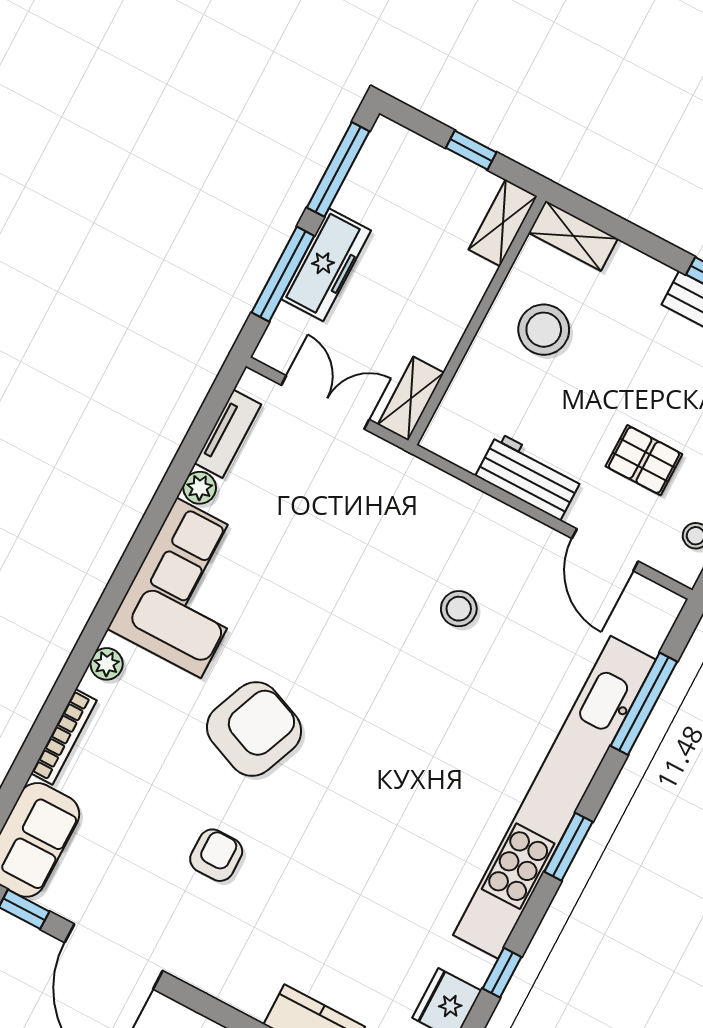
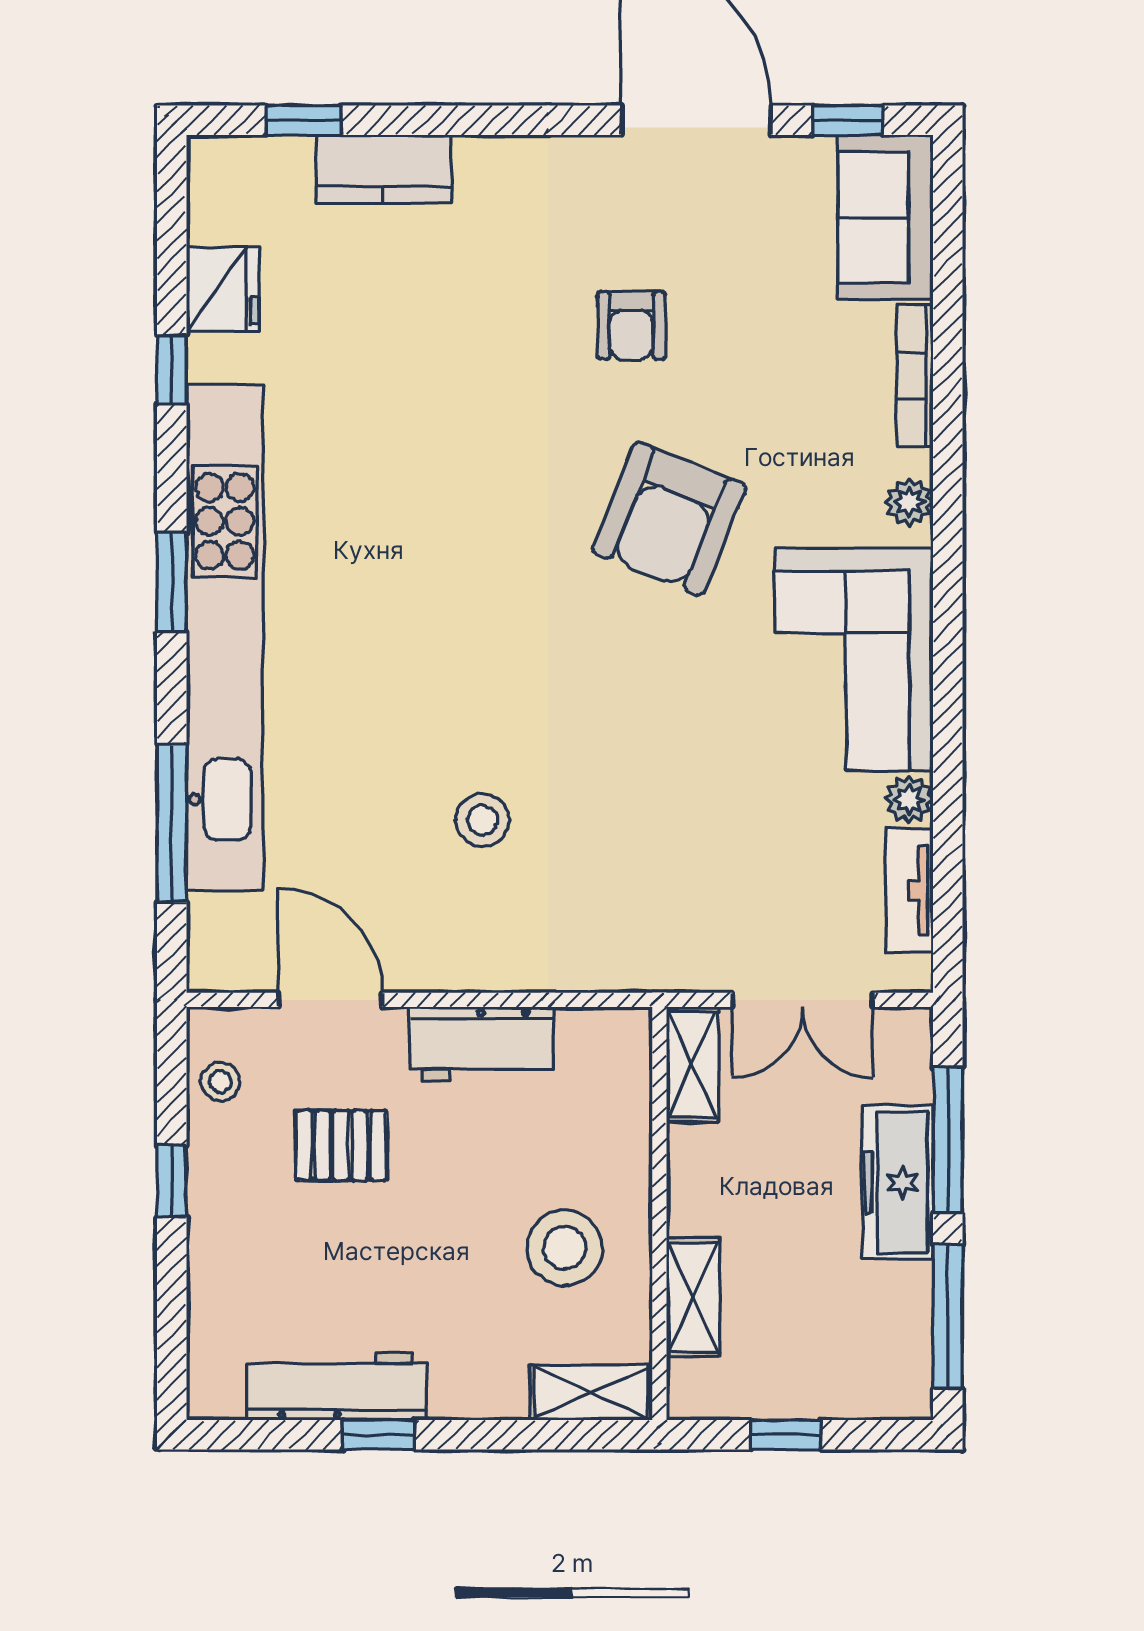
shelving: (503, 223) -> (693, 1297), moved

